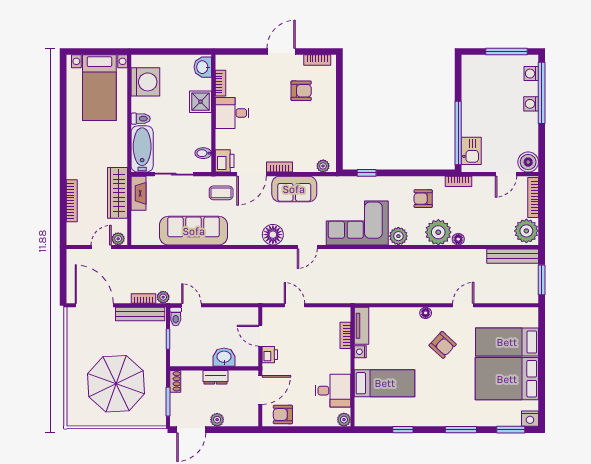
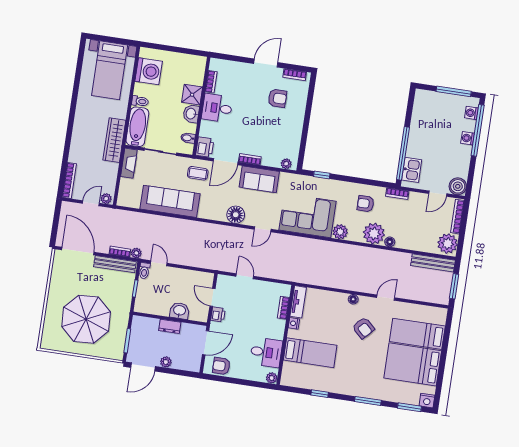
washbasin: (203, 67) -> (191, 114), moved
wardrobe: (117, 193) -> (114, 140), moved
bookcase: (72, 201) -> (69, 180), moved
shoe rack: (175, 381) -> (136, 325), removed

